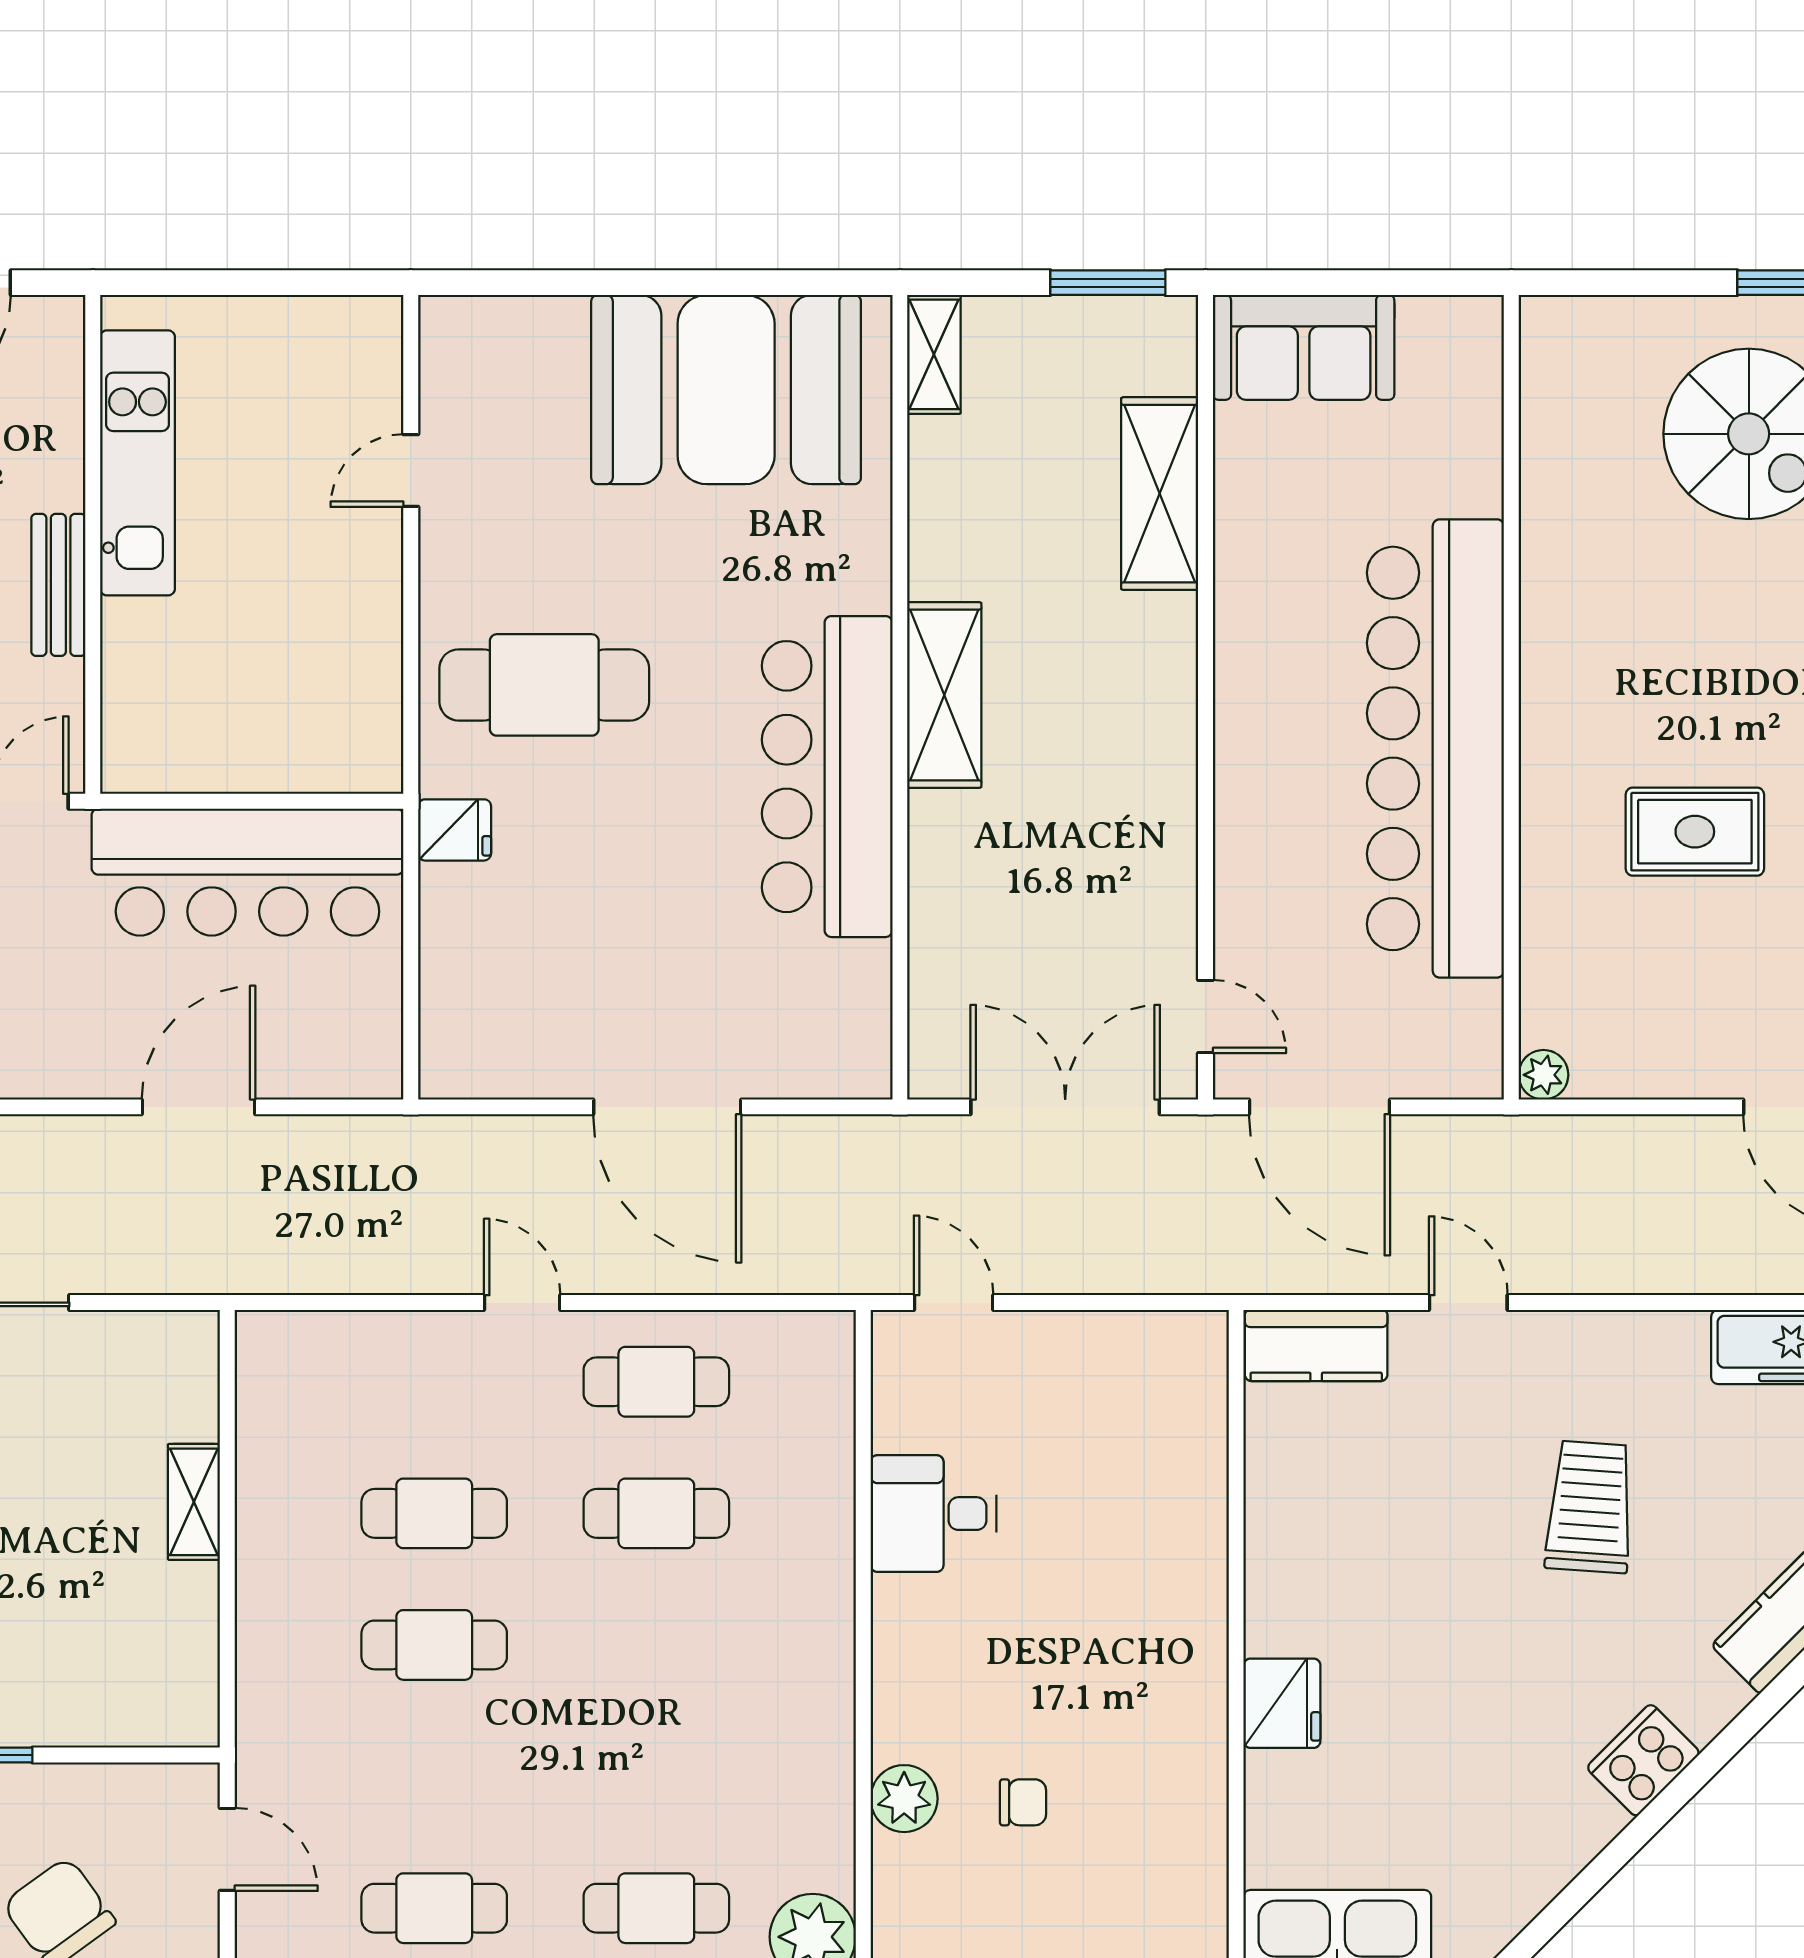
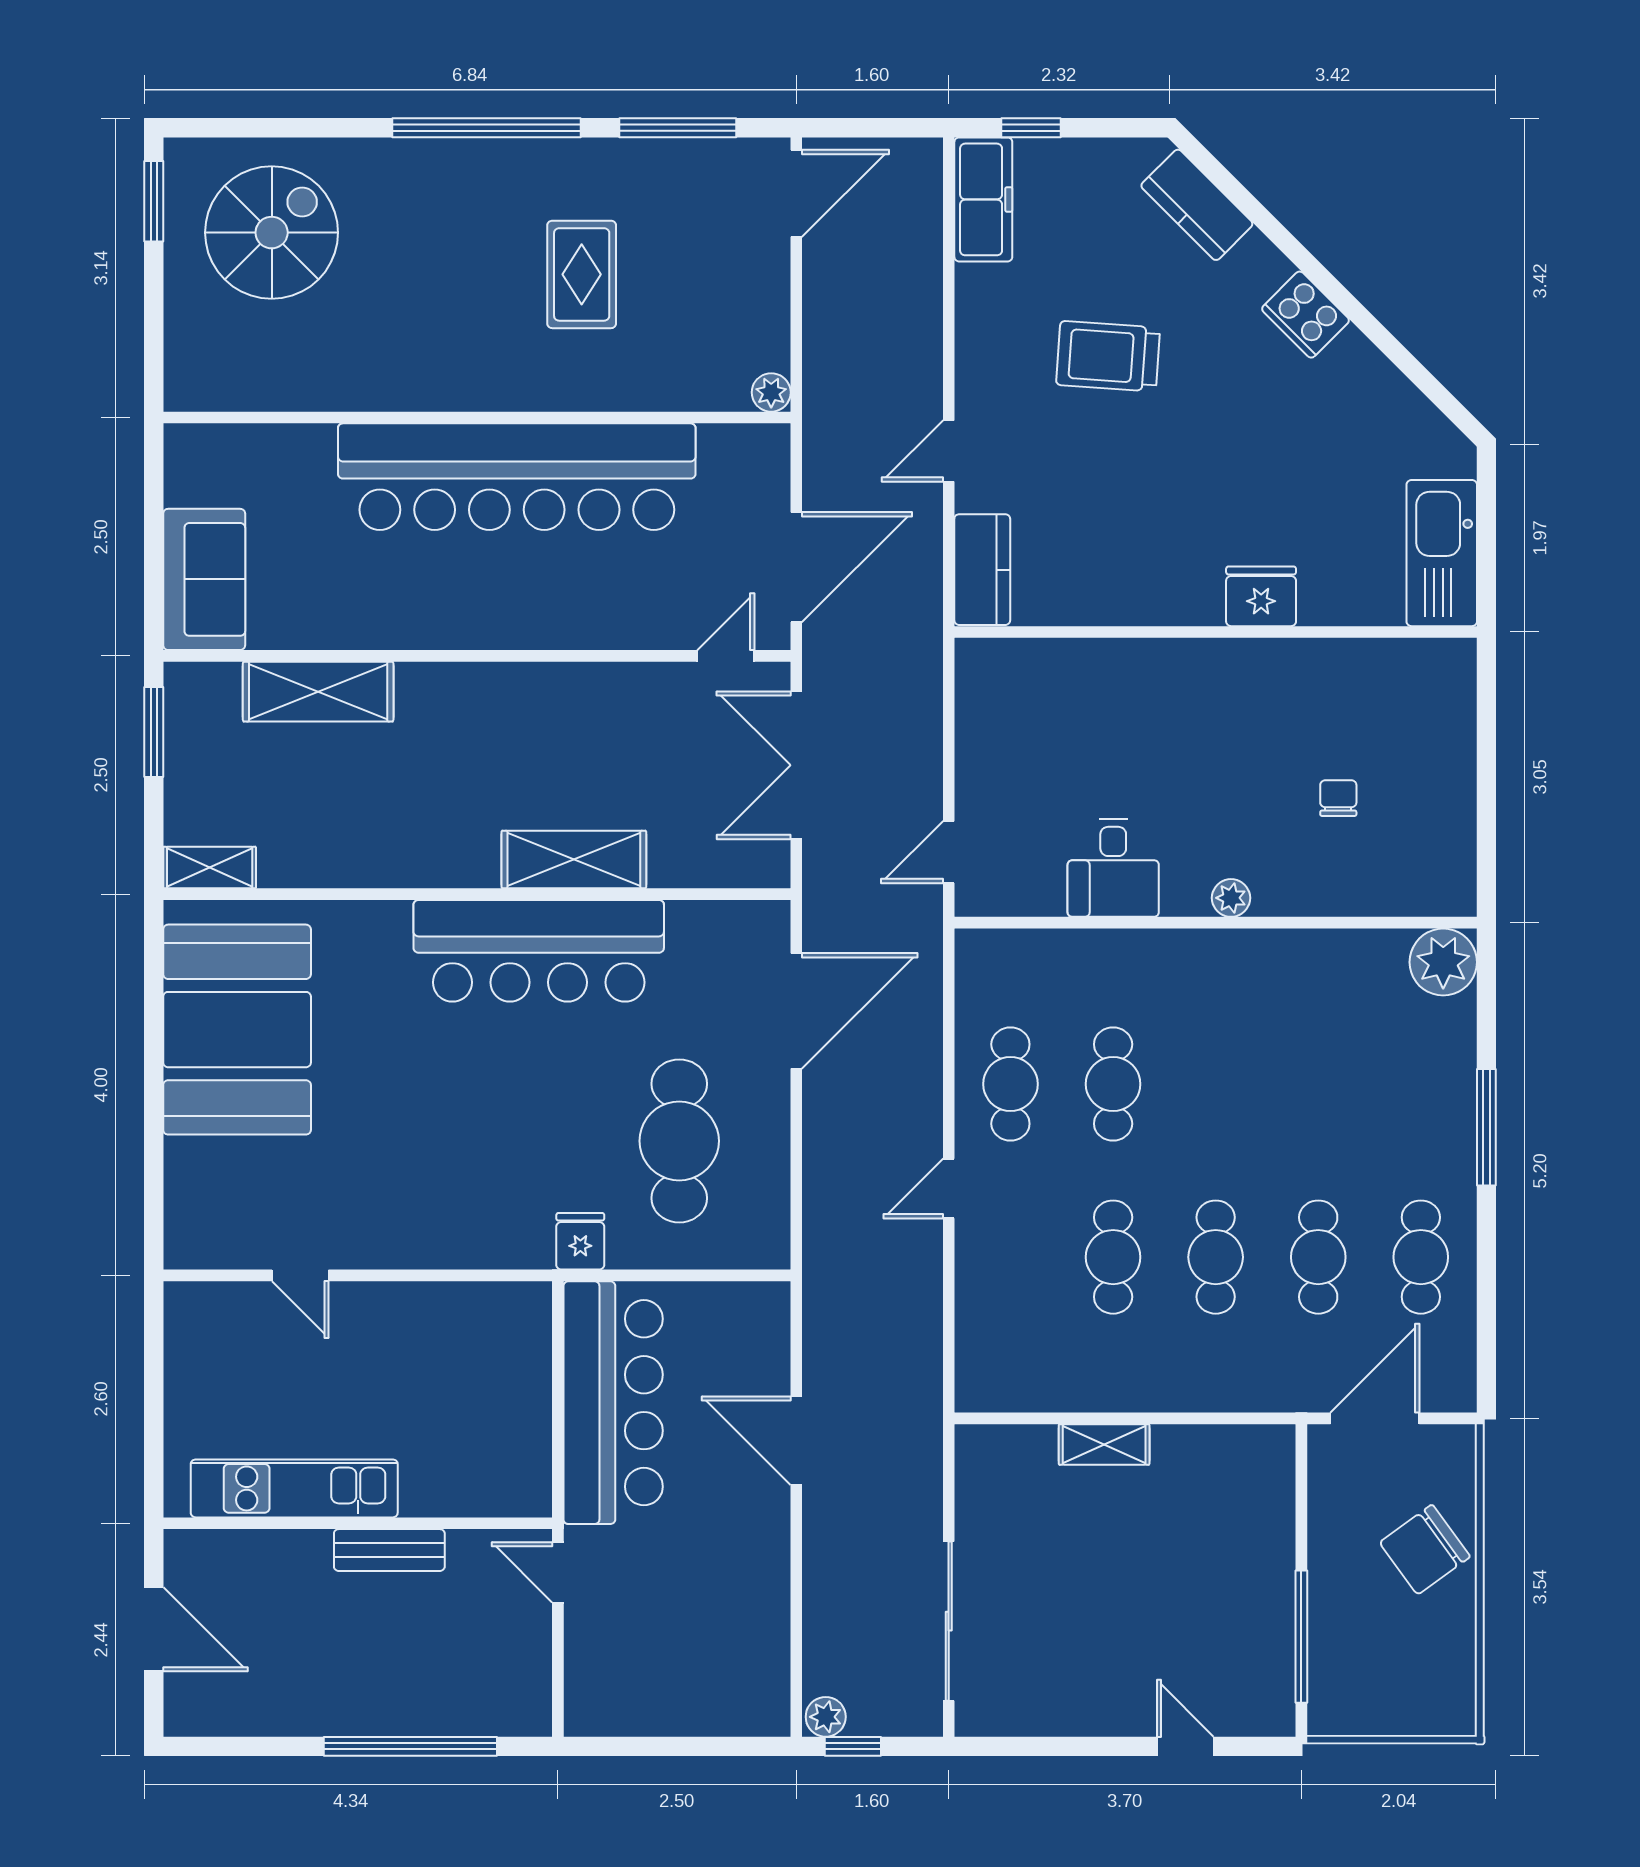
cafe table: (544, 685) -> (679, 1141), moved
shelving: (944, 695) -> (574, 859), moved
door: (667, 1107) -> (796, 1011), moved
plant: (904, 1799) -> (1231, 898), moved, width x0.73, depth x0.73
door: (227, 1849) -> (1375, 1418), width x1.38
cafe table: (656, 1908) -> (1318, 1257), moved

